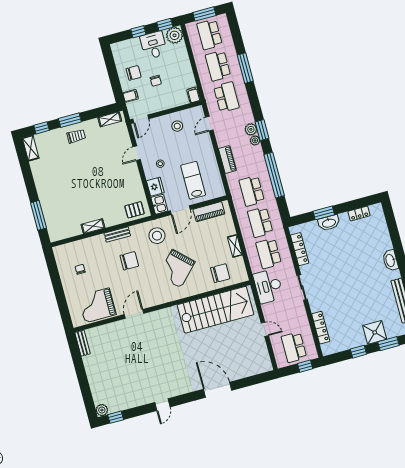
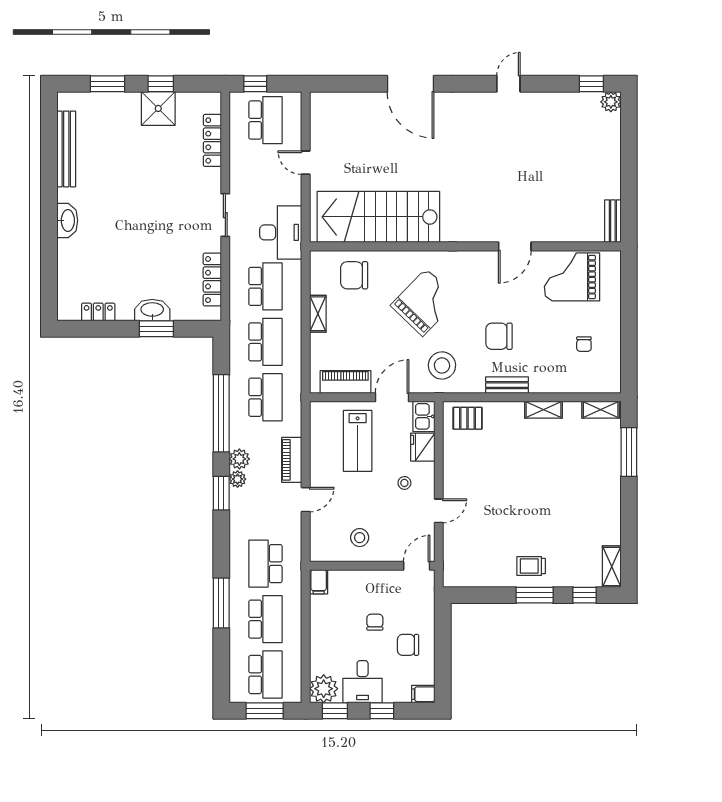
filing cabinet: (131, 96) -> (423, 694), moved
shelving: (110, 119) -> (601, 410), moved
door: (209, 124) -> (306, 500), moved
plant: (251, 129) -> (239, 459), moved
grand piano: (97, 305) -> (572, 277), turned 180
shower: (375, 332) -> (158, 108), moved

